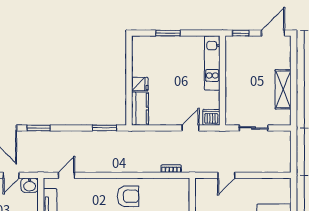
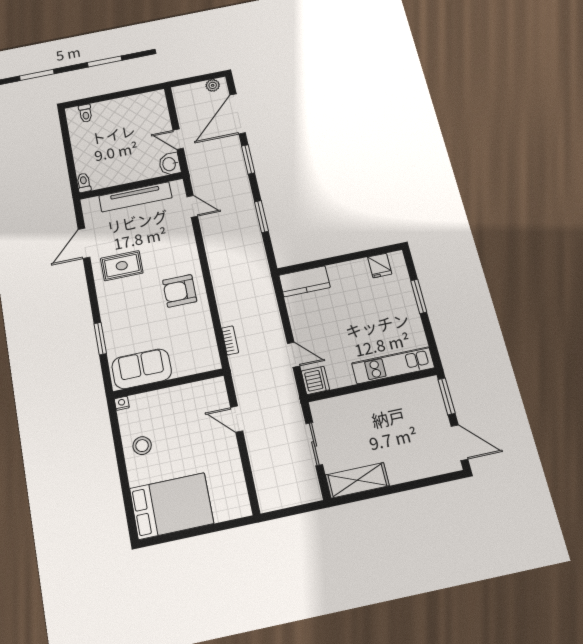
window: (241, 33) -> (447, 396), width x1.50
fridge: (140, 84) -> (380, 266), moved
shelving: (283, 89) -> (357, 480), moved
window: (104, 128) -> (261, 216), moved
armchair: (128, 196) -> (180, 291), turned 90

